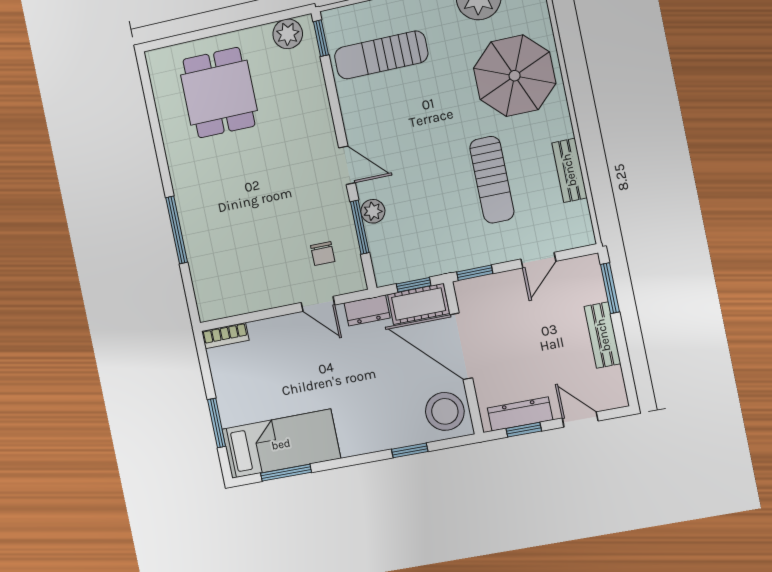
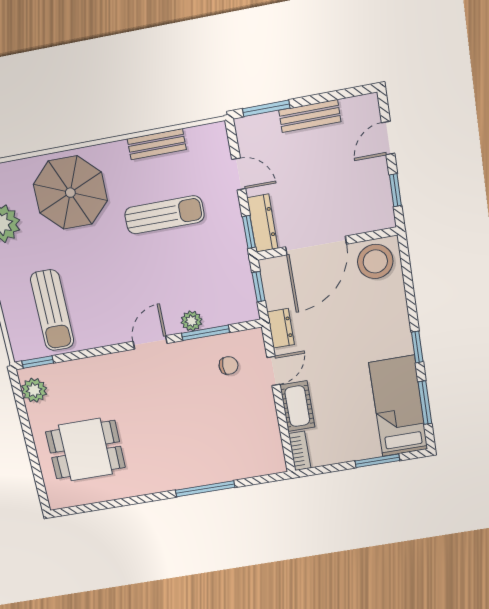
cot: (419, 304) -> (297, 406), moved
dresser: (520, 414) -> (262, 223), moved, turned 180
window: (410, 450) -> (417, 347), moved

